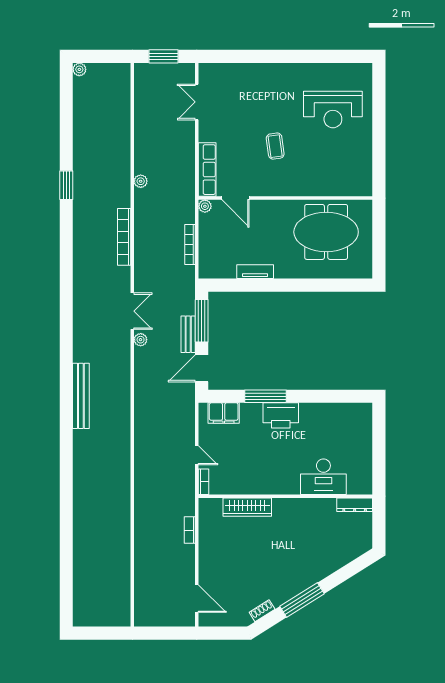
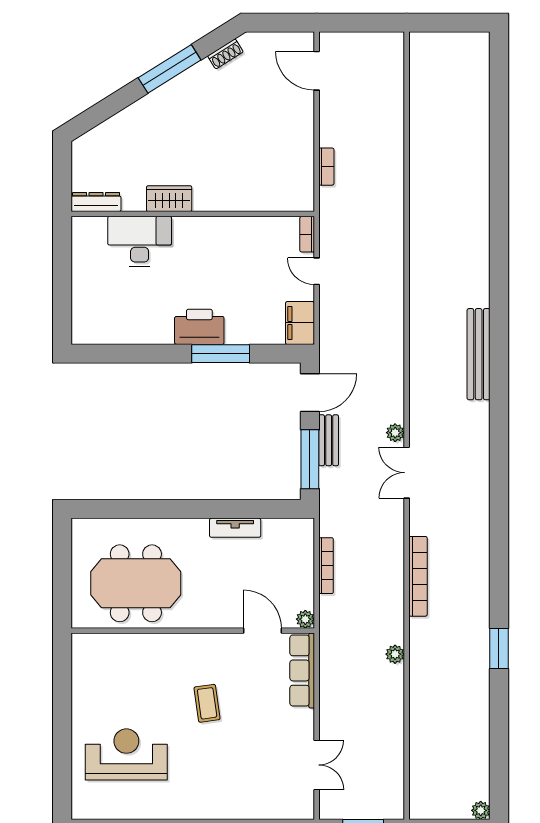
filing cabinet: (224, 413) -> (300, 323), moved, turned -90
wardrobe: (247, 507) -> (169, 199), moved, width x0.67

